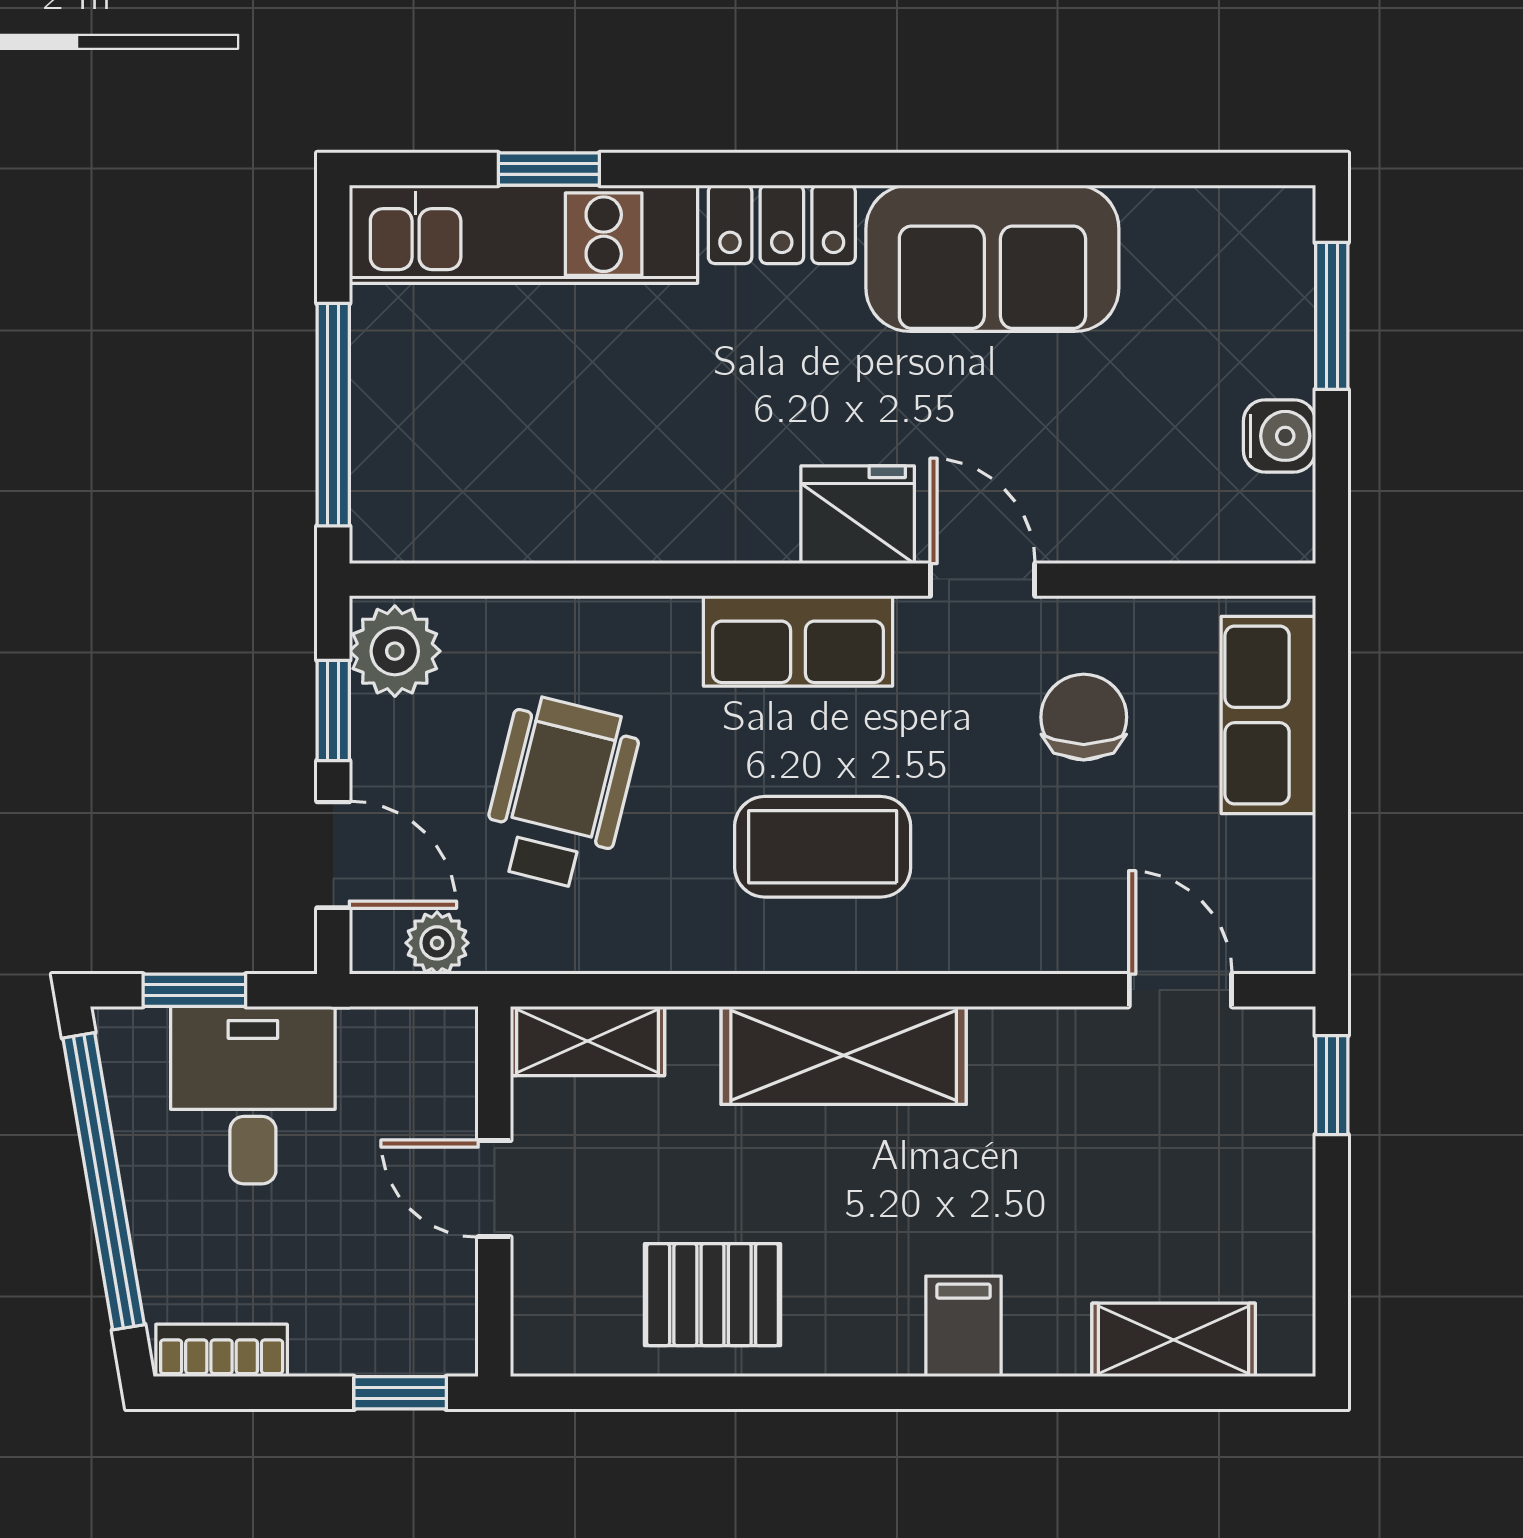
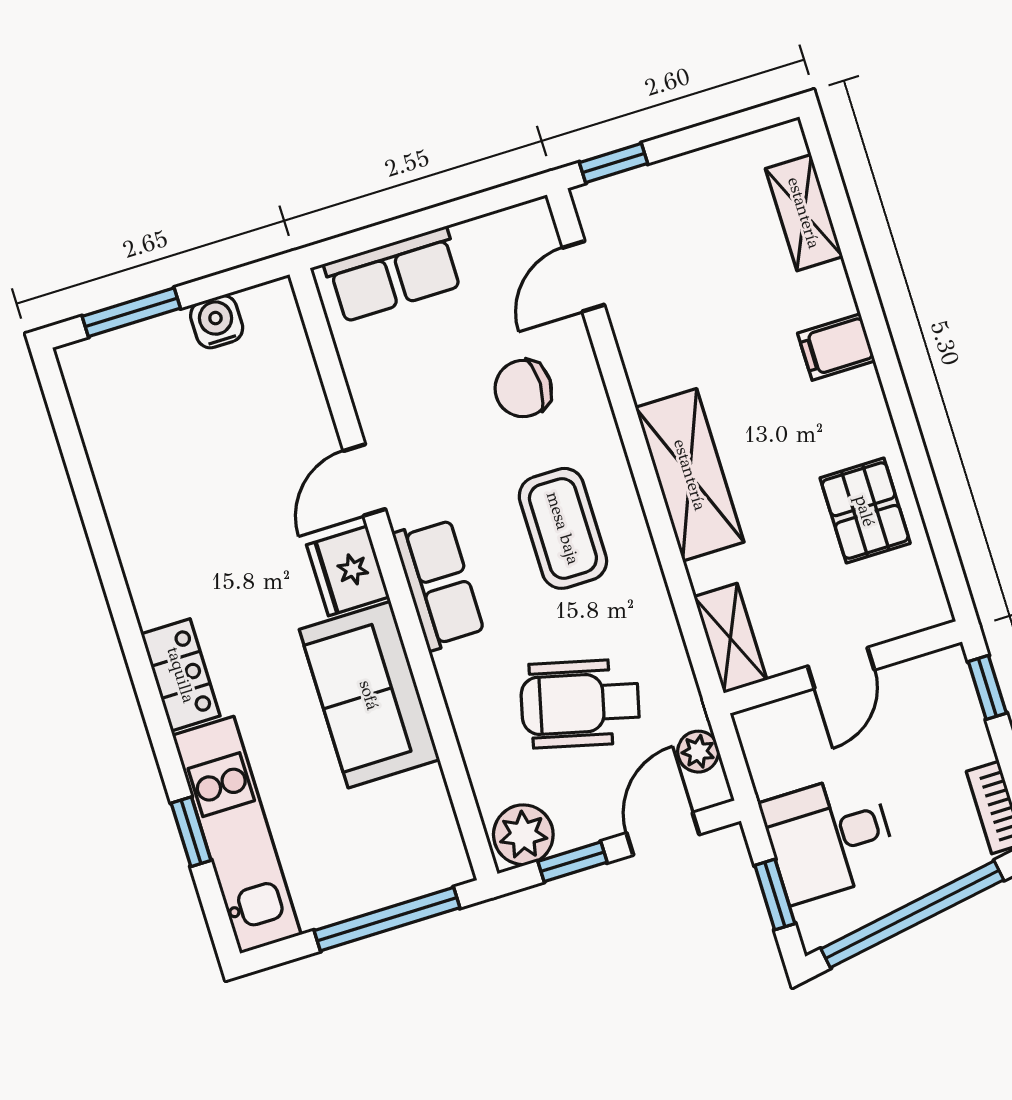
sofa: (992, 258) -> (369, 695), moved, turned 180
chair: (1084, 717) -> (523, 389), moved

